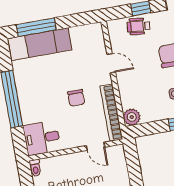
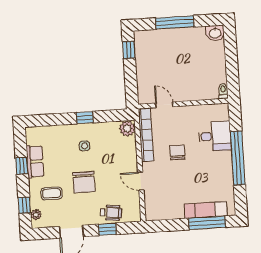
exam couch: (40, 44) -> (206, 210), width x0.73, depth x0.69
desk: (42, 138) -> (215, 136), moved

